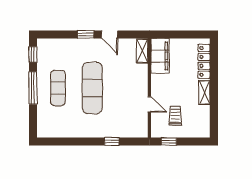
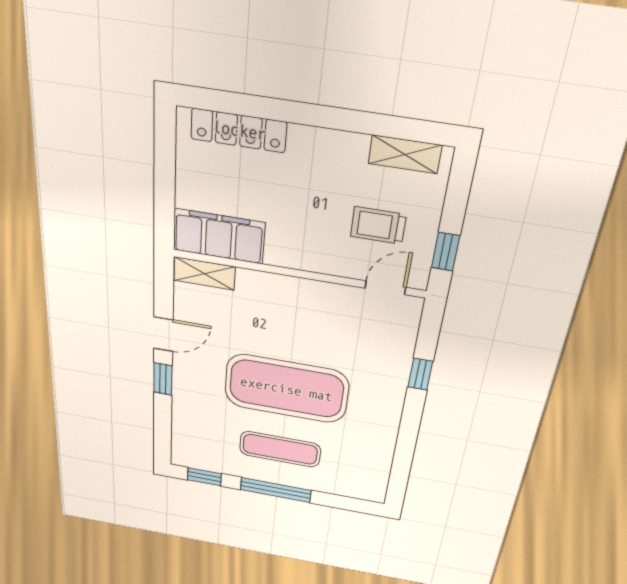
exercise mat: (92, 88) -> (286, 389), width x1.47
shelving: (205, 92) -> (405, 154), moved
door: (149, 104) -> (385, 288), moved

